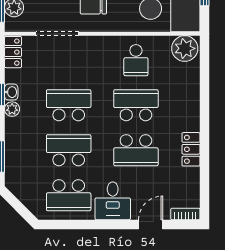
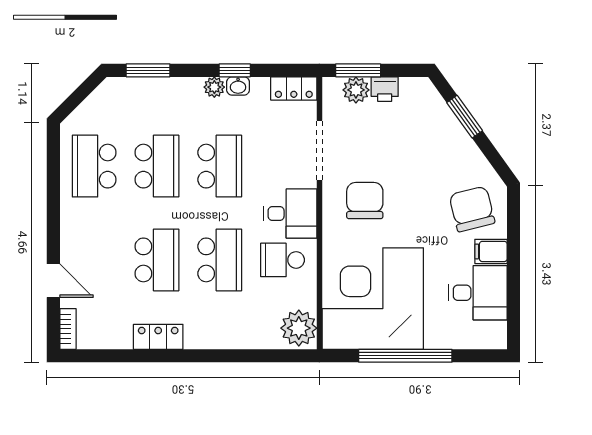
school desk: (136, 150) -> (157, 260), turned 180
desk: (113, 201) -> (290, 213), moved, turned 180

